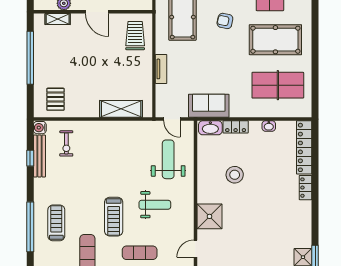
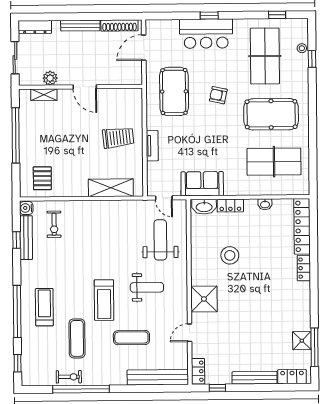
trolley: (135, 36) -> (118, 138), moved, turned 84

